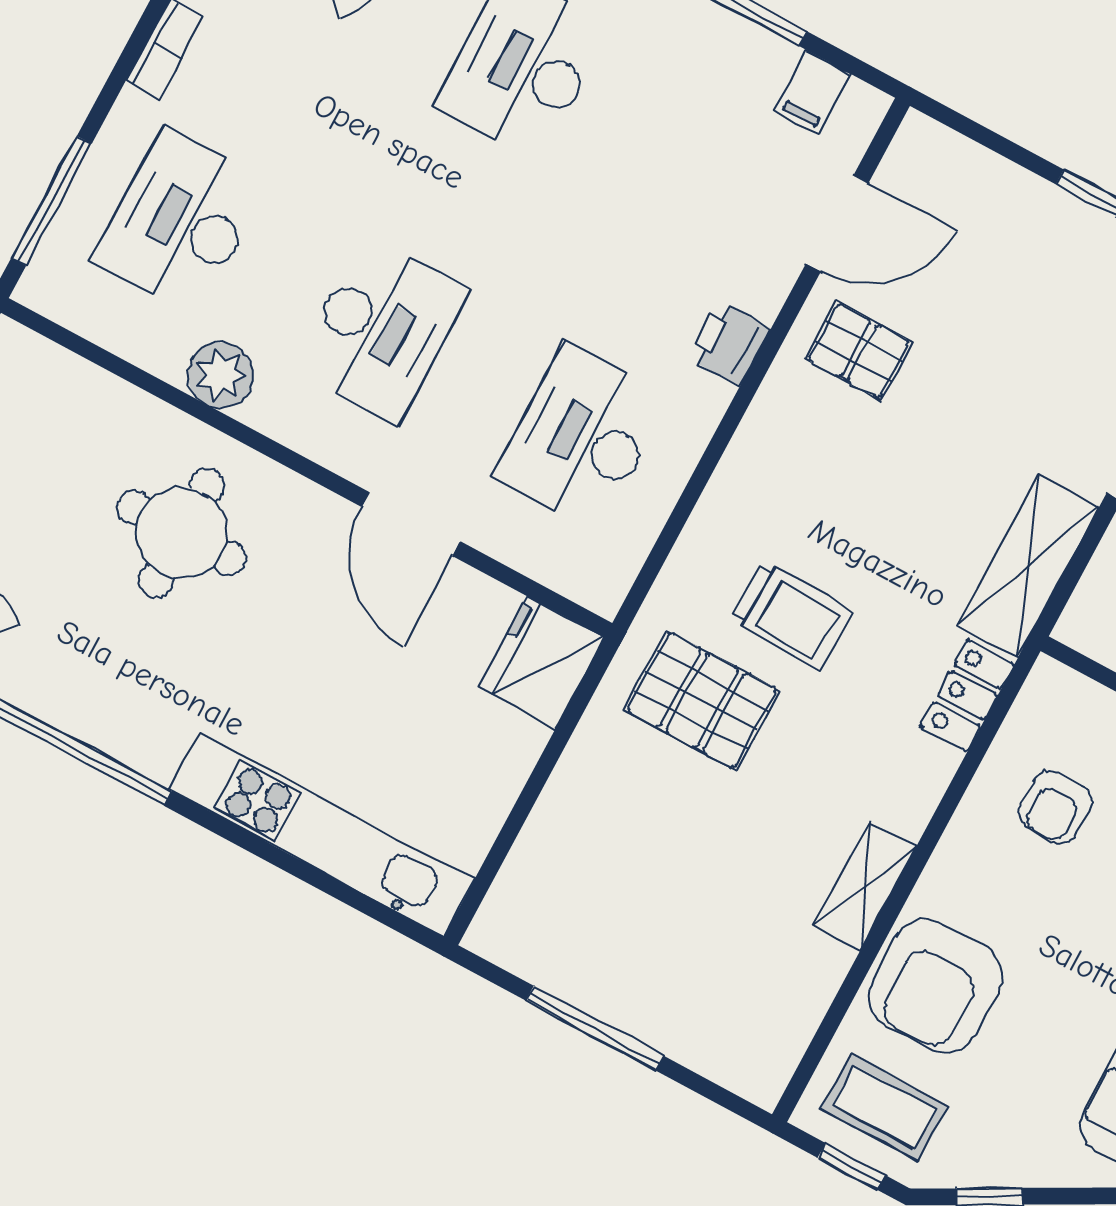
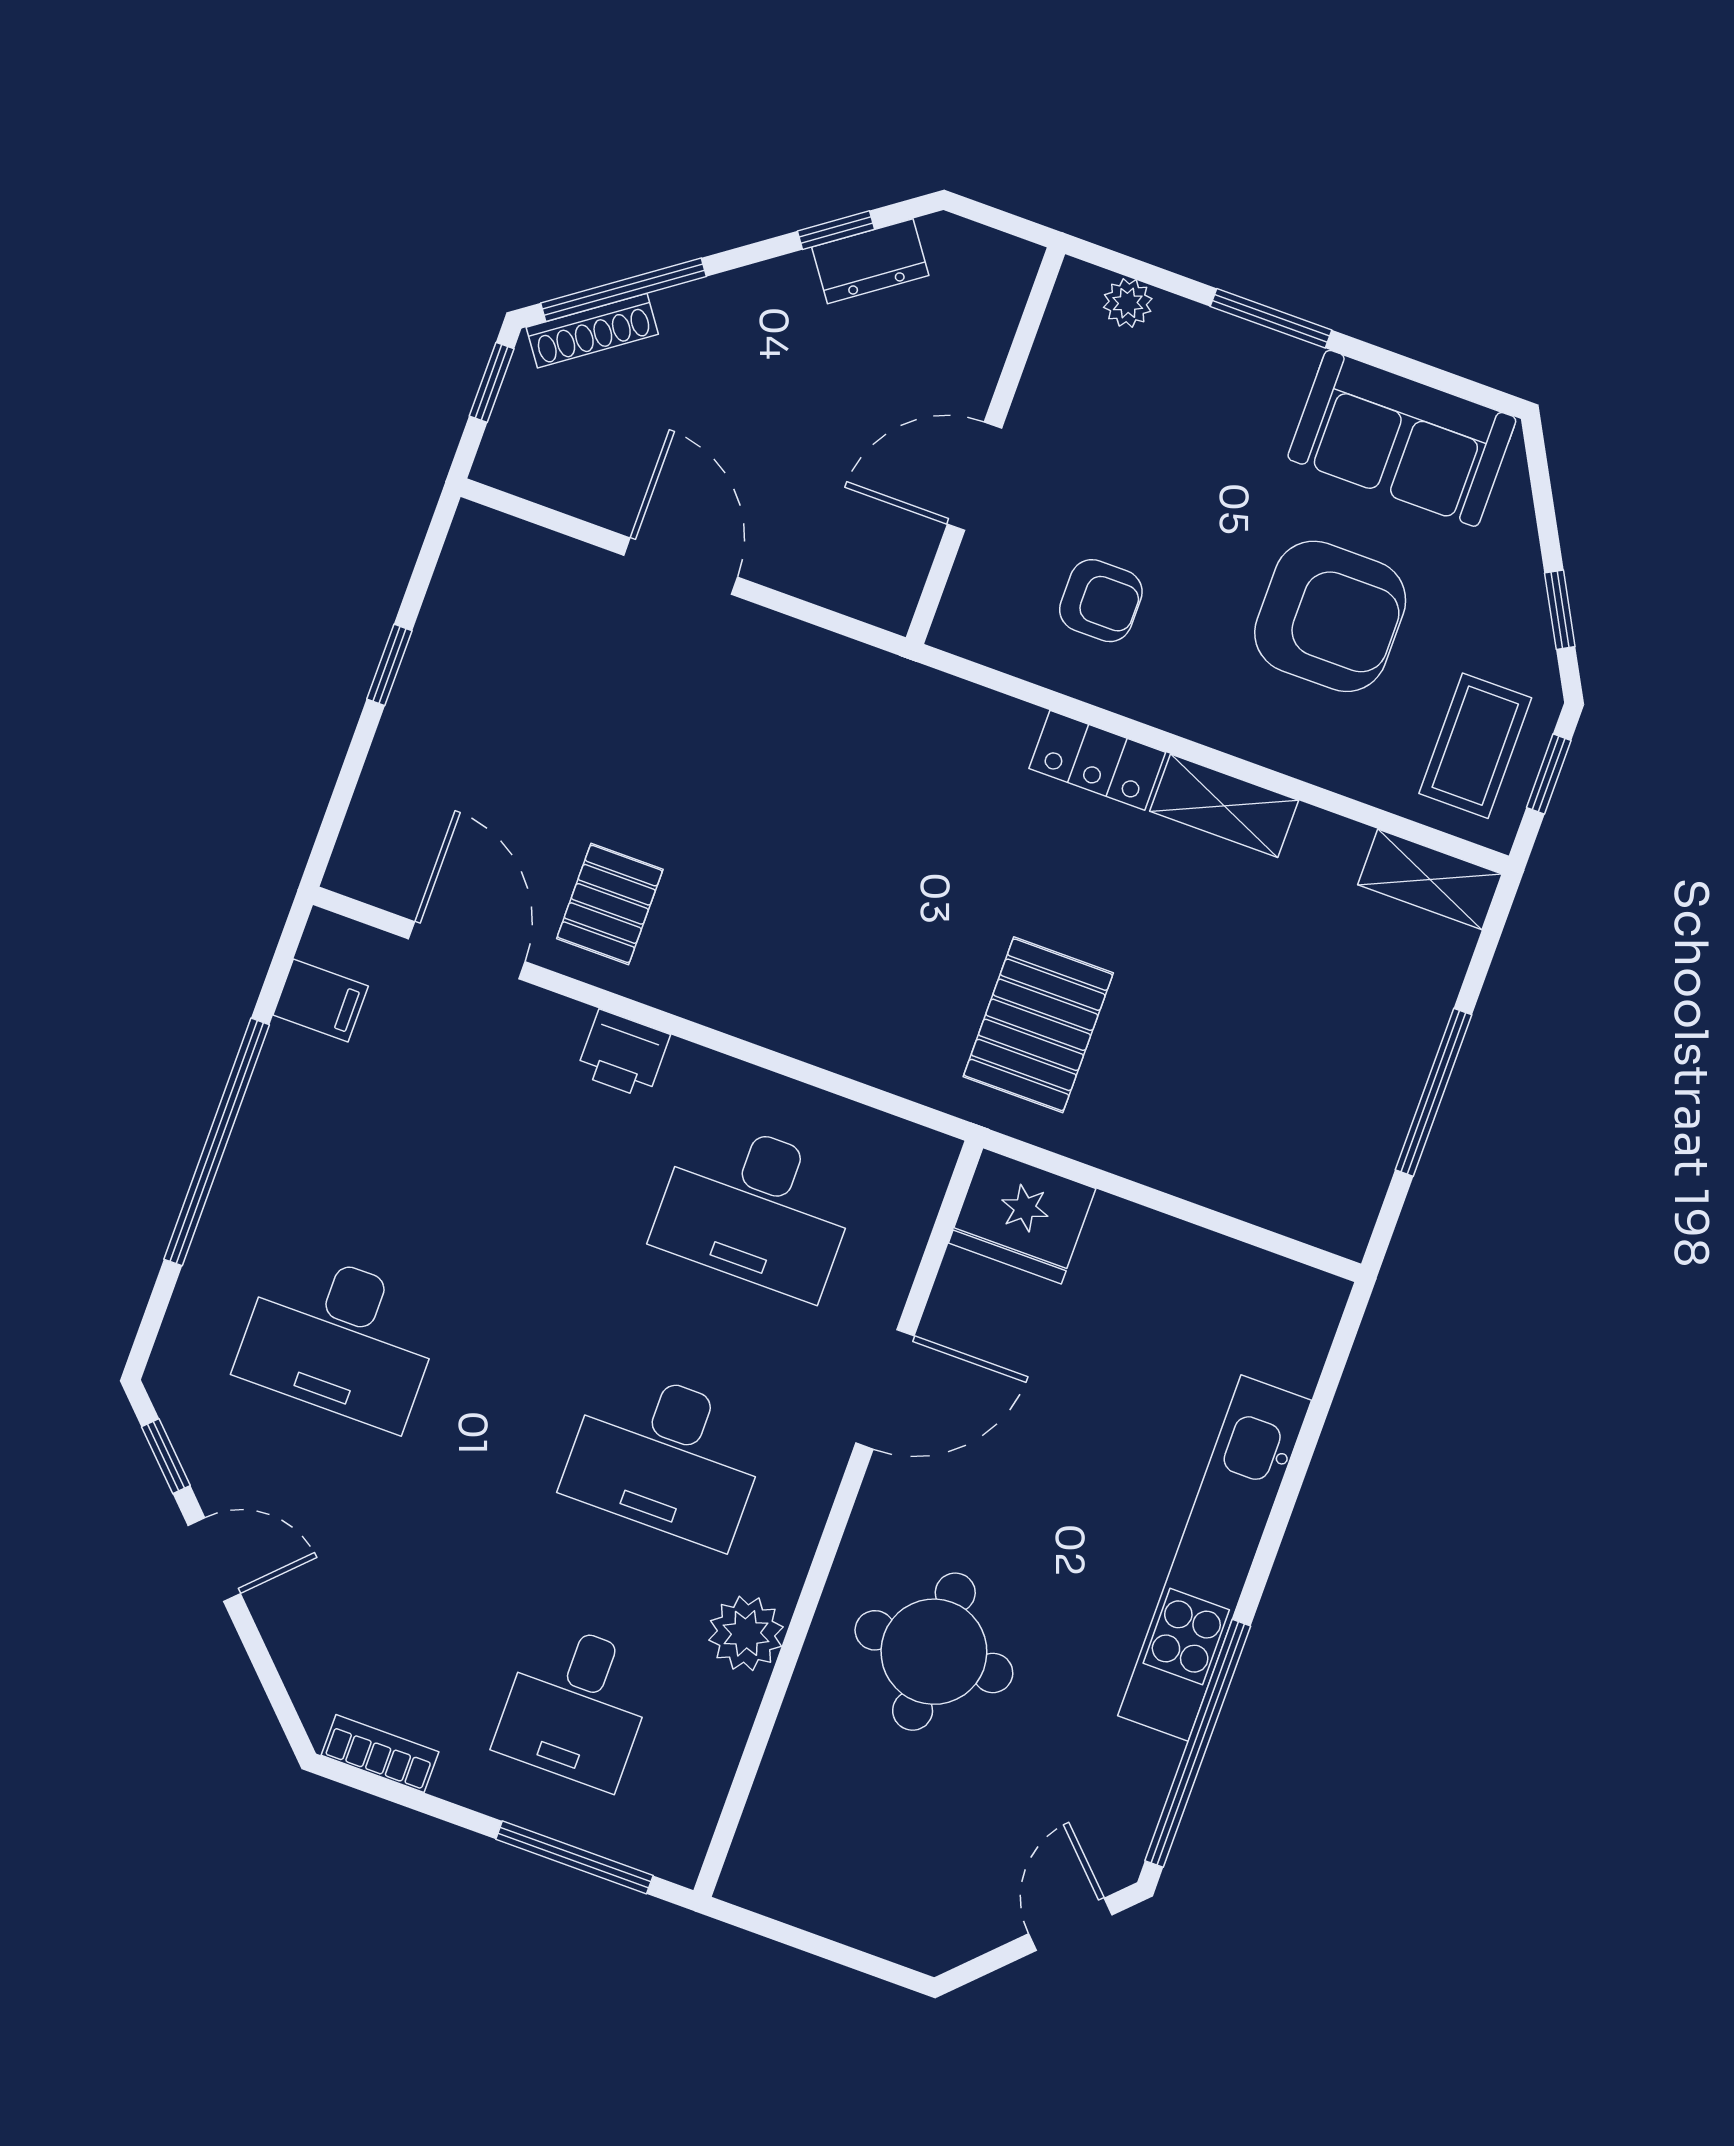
desk: (181, 221) -> (576, 1705), width x0.73
desk: (381, 329) -> (666, 1457), turned 180
shelving: (1029, 566) -> (1430, 879), moved, width x0.67, depth x0.75
trolley: (791, 616) -> (926, 937), removed
locker: (967, 695) -> (1097, 760), moved
kitchen unit: (321, 835) -> (1215, 1558), moved
armchair: (935, 986) -> (1330, 616), moved

